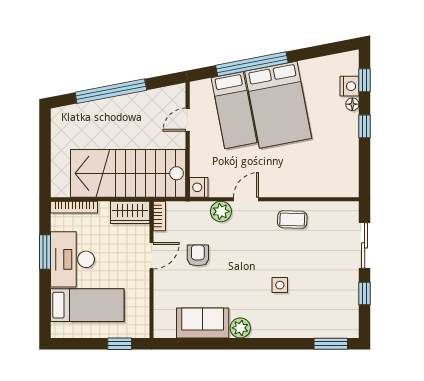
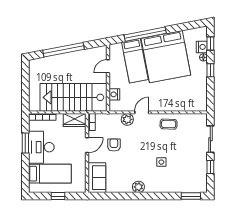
bed: (278, 105) -> (166, 57), width x1.36
nightstand: (199, 187) -> (114, 94), moved
sofa: (203, 323) -> (97, 178), moved, turned 90
window: (120, 344) -> (58, 196), moved

